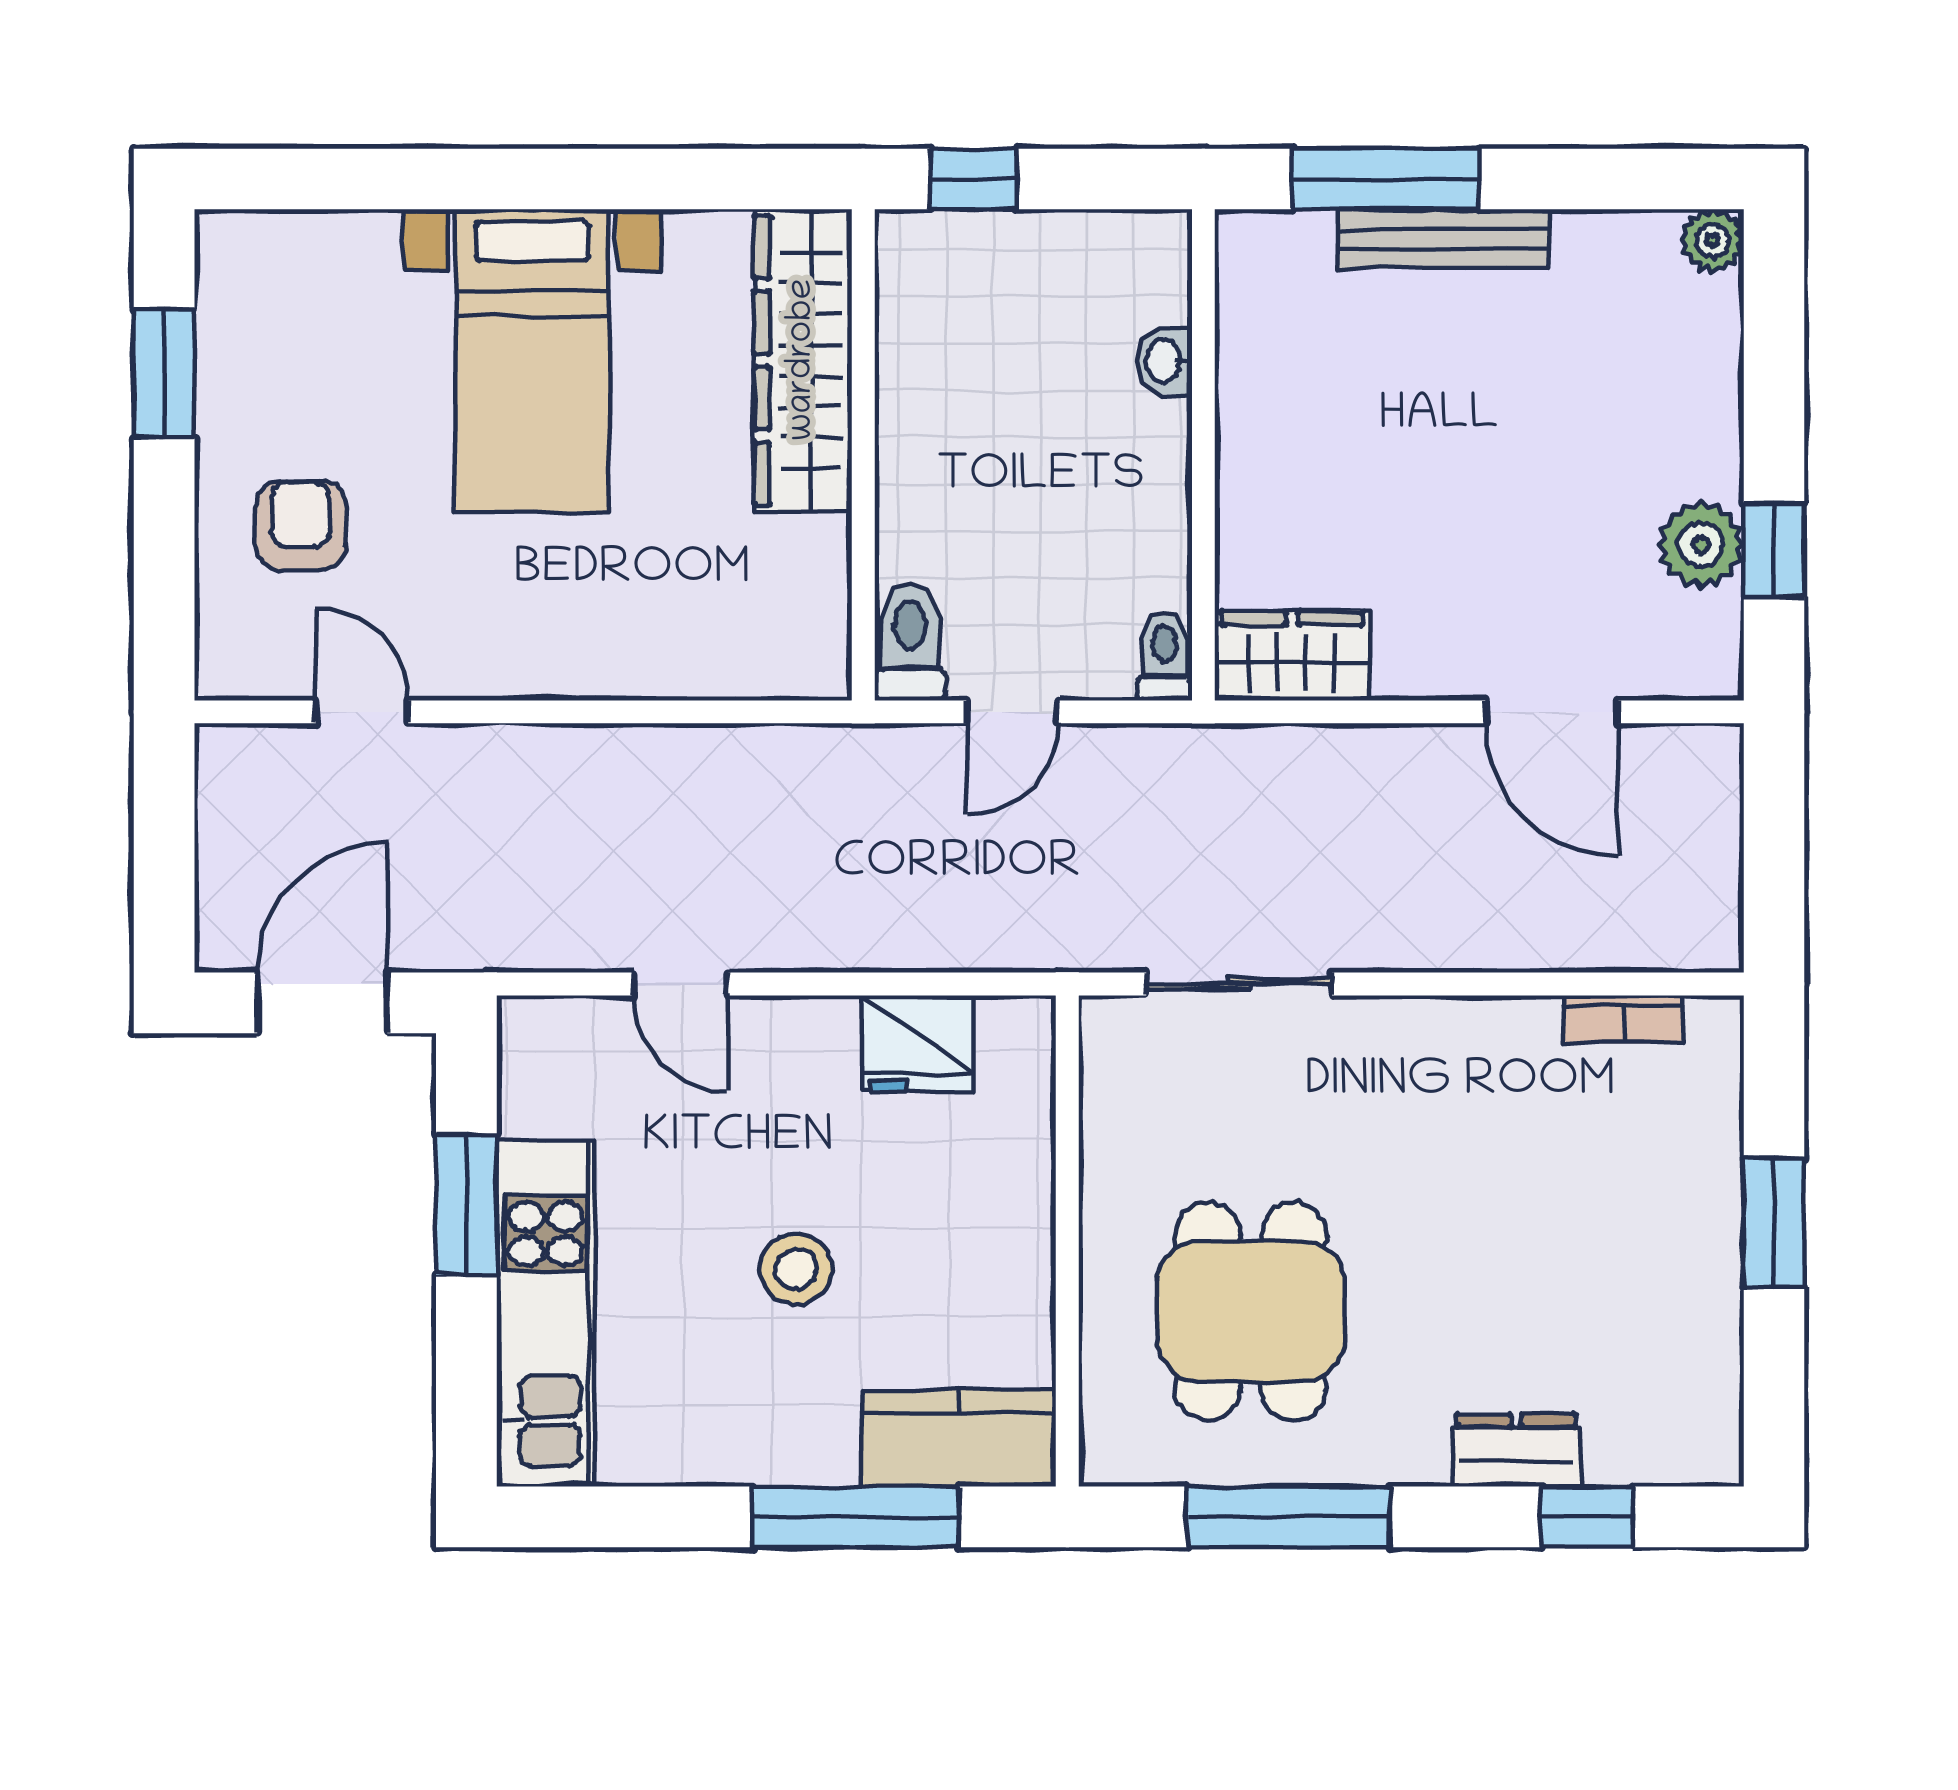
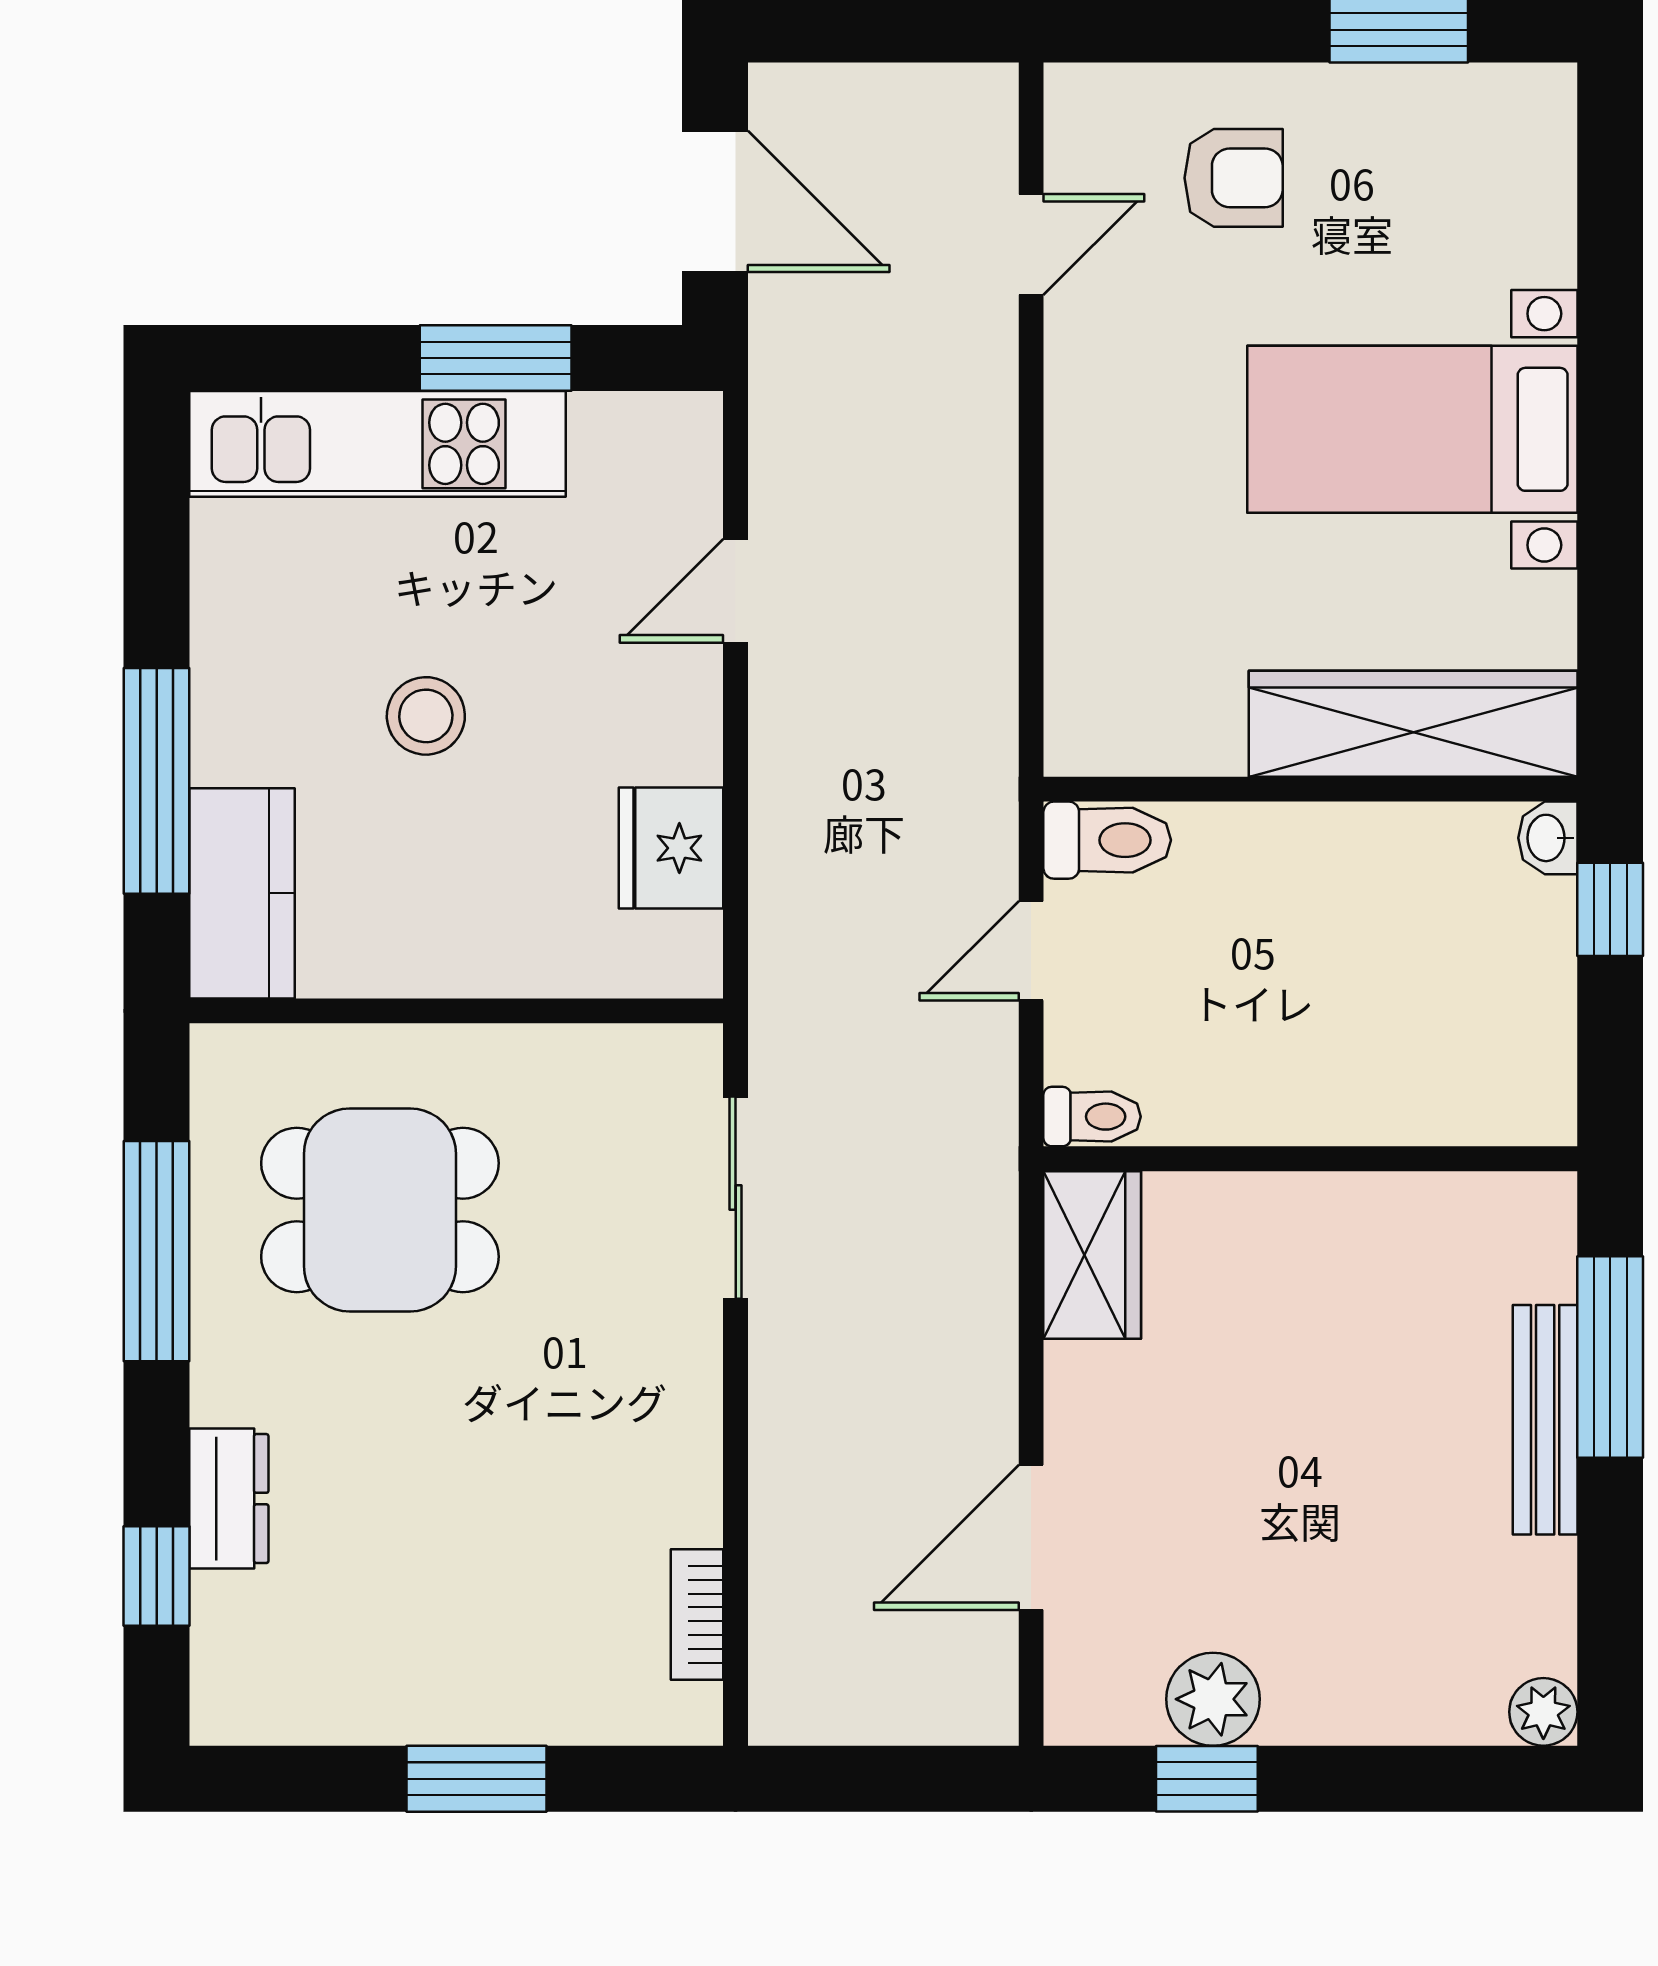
washbasin: (1165, 361) -> (1548, 838), moved, turned -90
door: (1012, 712) -> (1031, 951), hinge flipped

